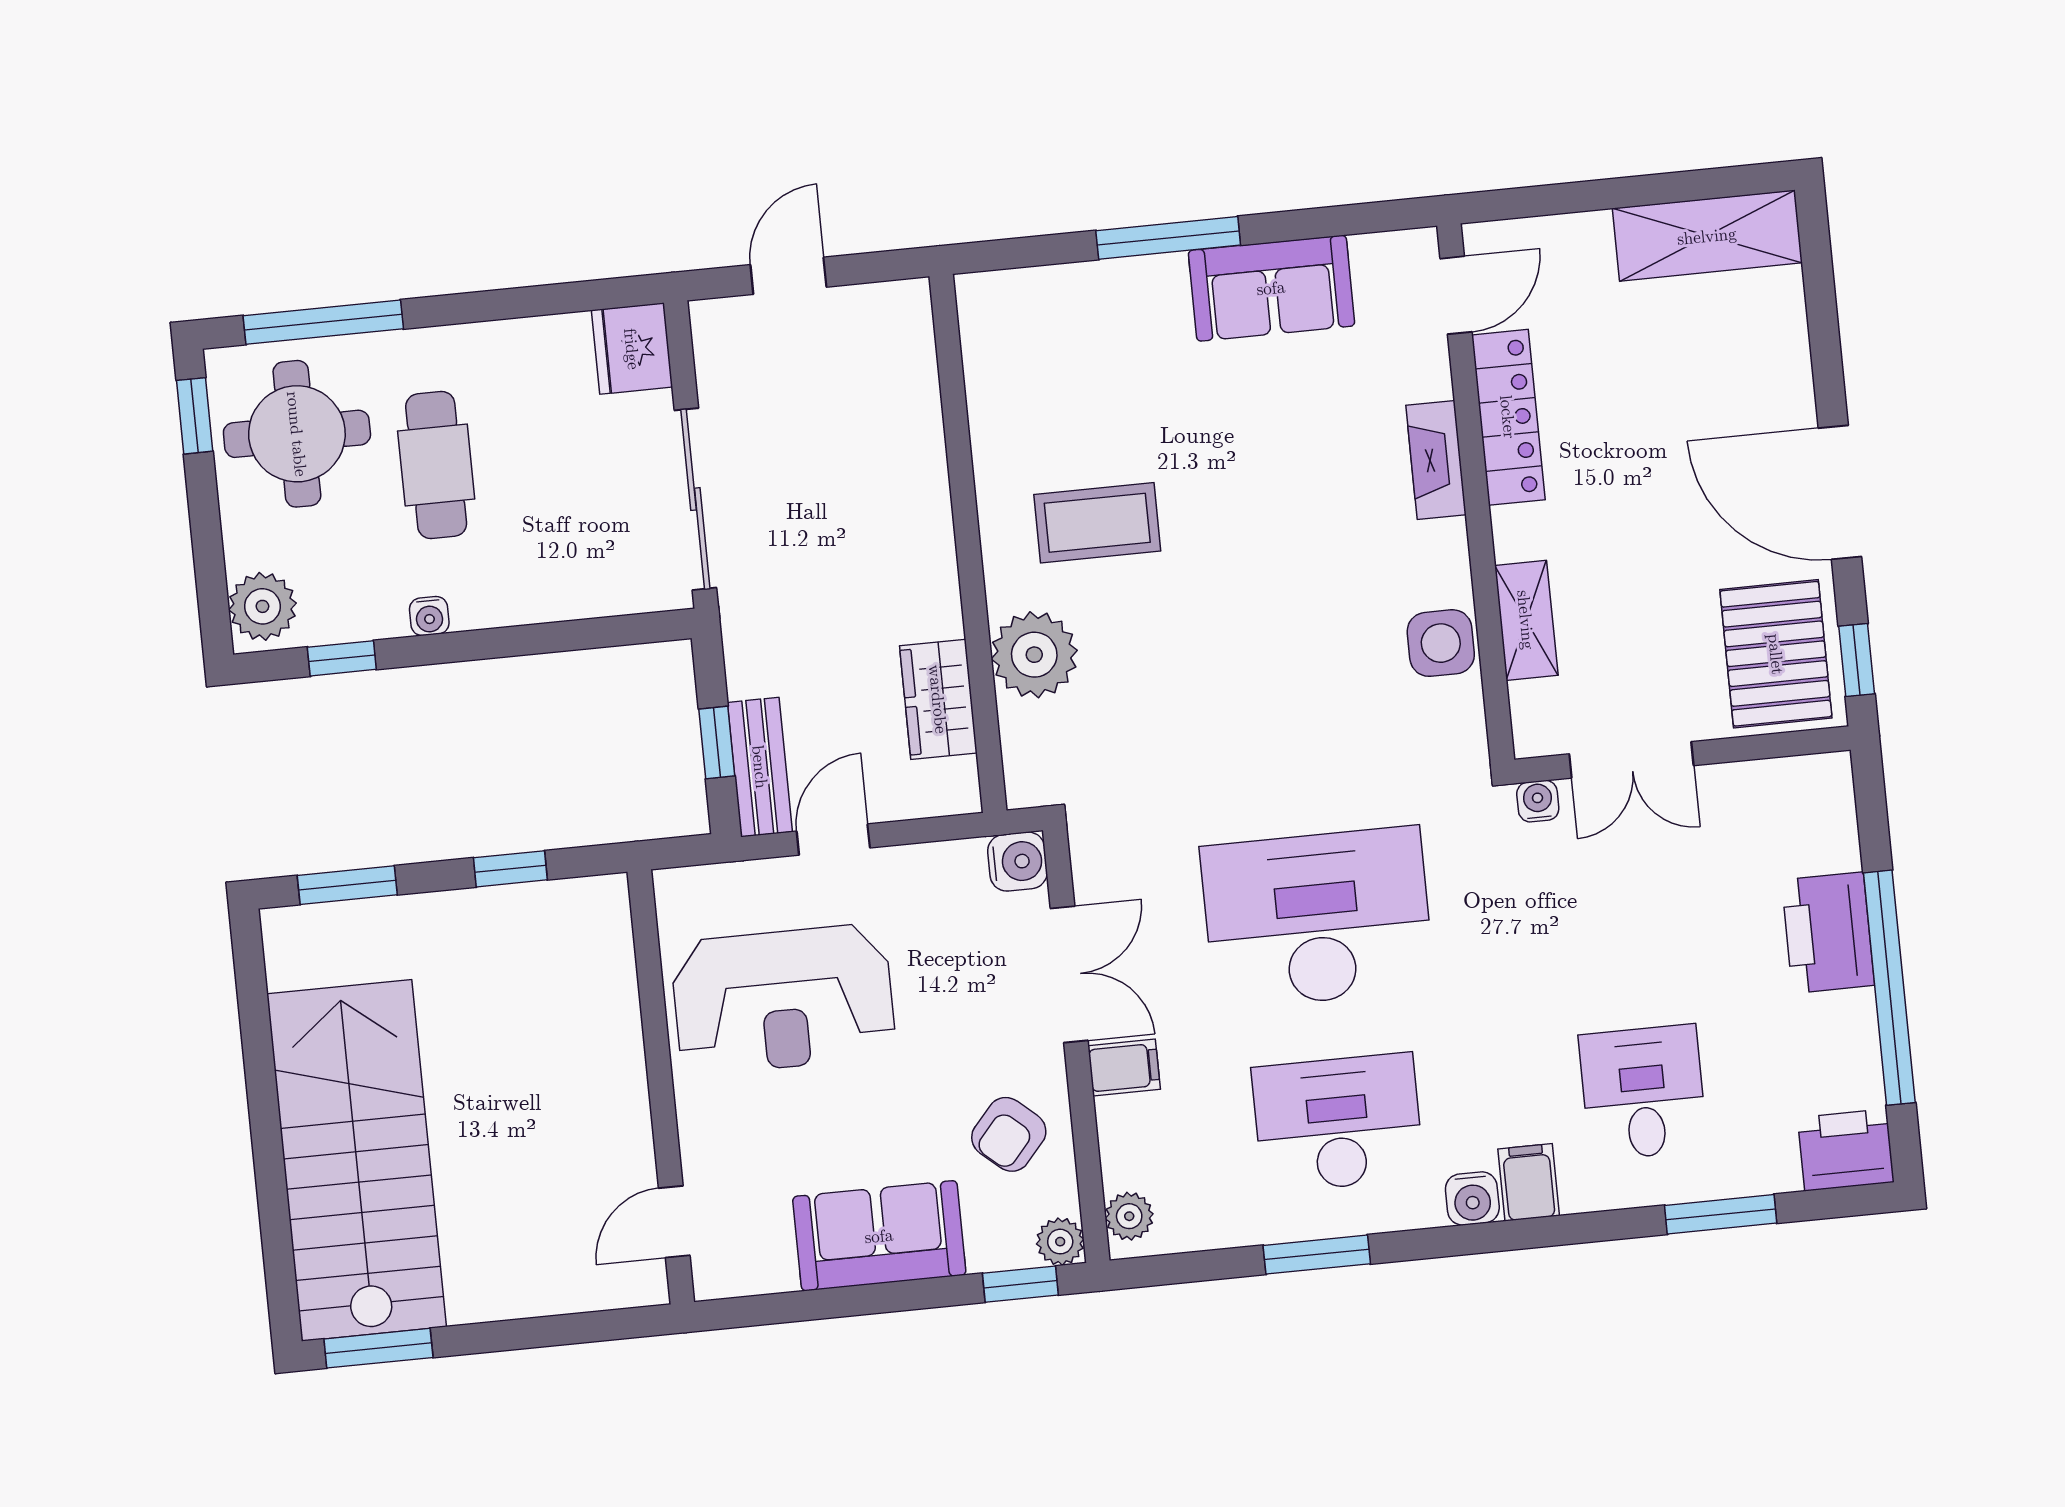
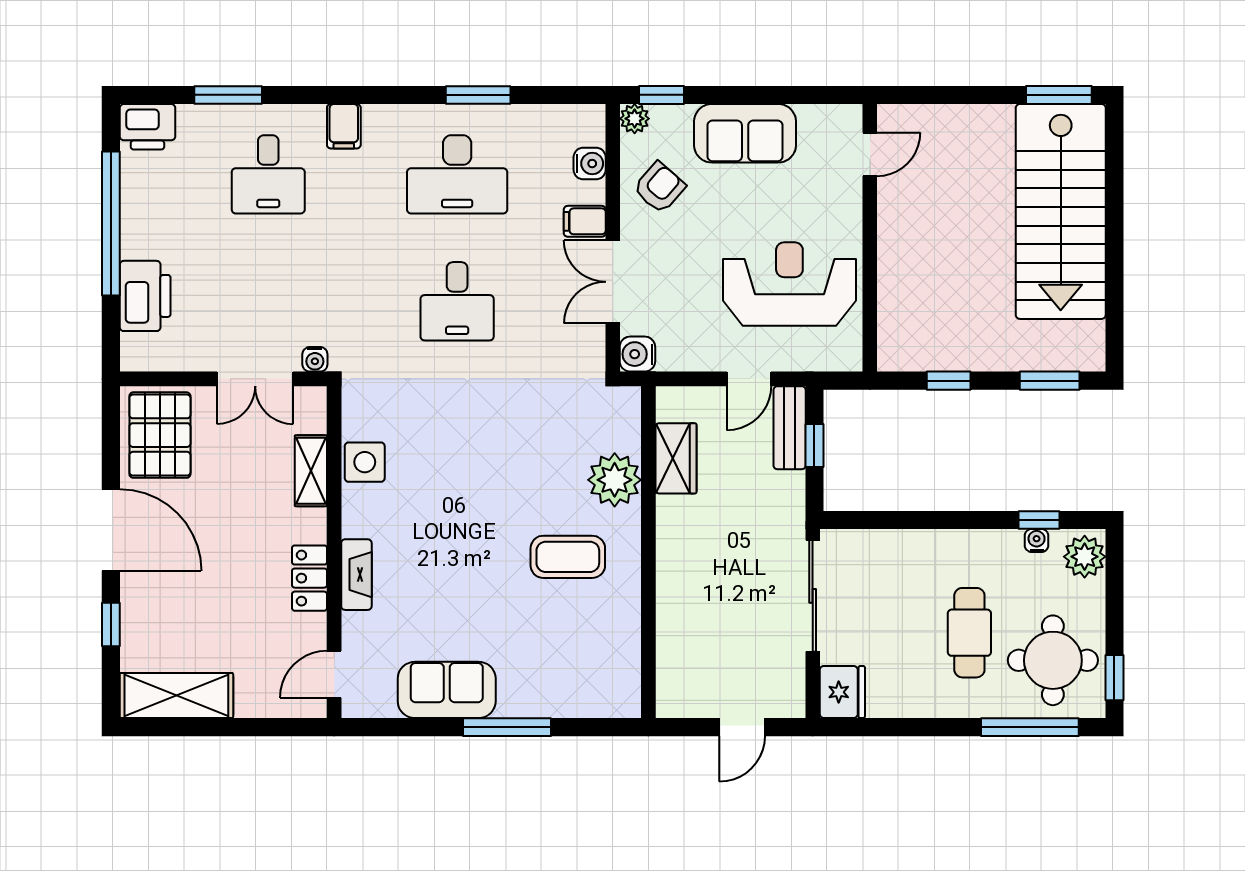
locker: (1508, 417) -> (309, 578), width x0.66
water cooler: (429, 616) -> (1037, 541), moved
window: (1857, 660) -> (111, 624), moved
double door: (1631, 760) -> (255, 379), swing flipped
desk: (1317, 918) -> (457, 301), width x0.53, depth x0.77
printer: (1828, 933) -> (145, 296), moved
water cooler: (1472, 1198) -> (590, 164), moved, turned 90
plant: (1129, 1216) -> (591, 130), removed

